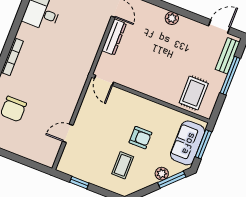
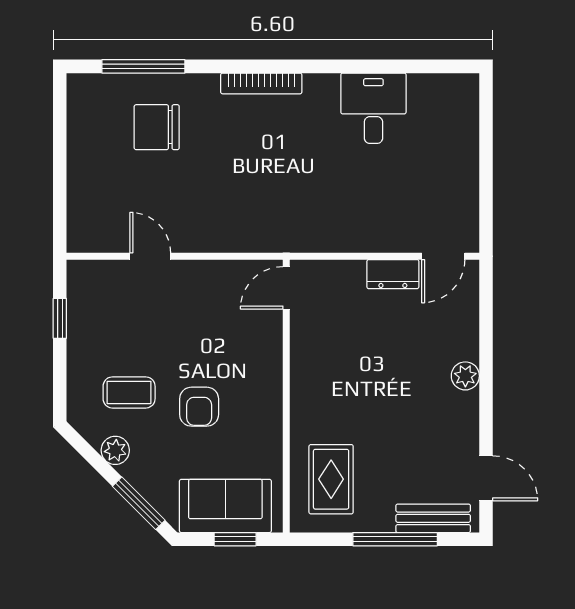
dresser: (114, 37) -> (393, 274), width x0.70
rug: (194, 93) -> (331, 479), turned 90
window: (203, 144) -> (235, 539), width x0.67
plant: (162, 174) -> (115, 450), moved

